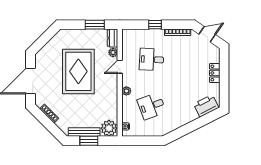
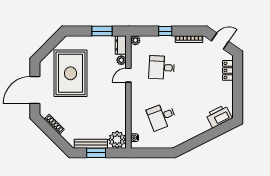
rug: (78, 71) -> (70, 73), moved
locker: (215, 73) -> (228, 70), moved
plant: (126, 91) -> (135, 40), moved

